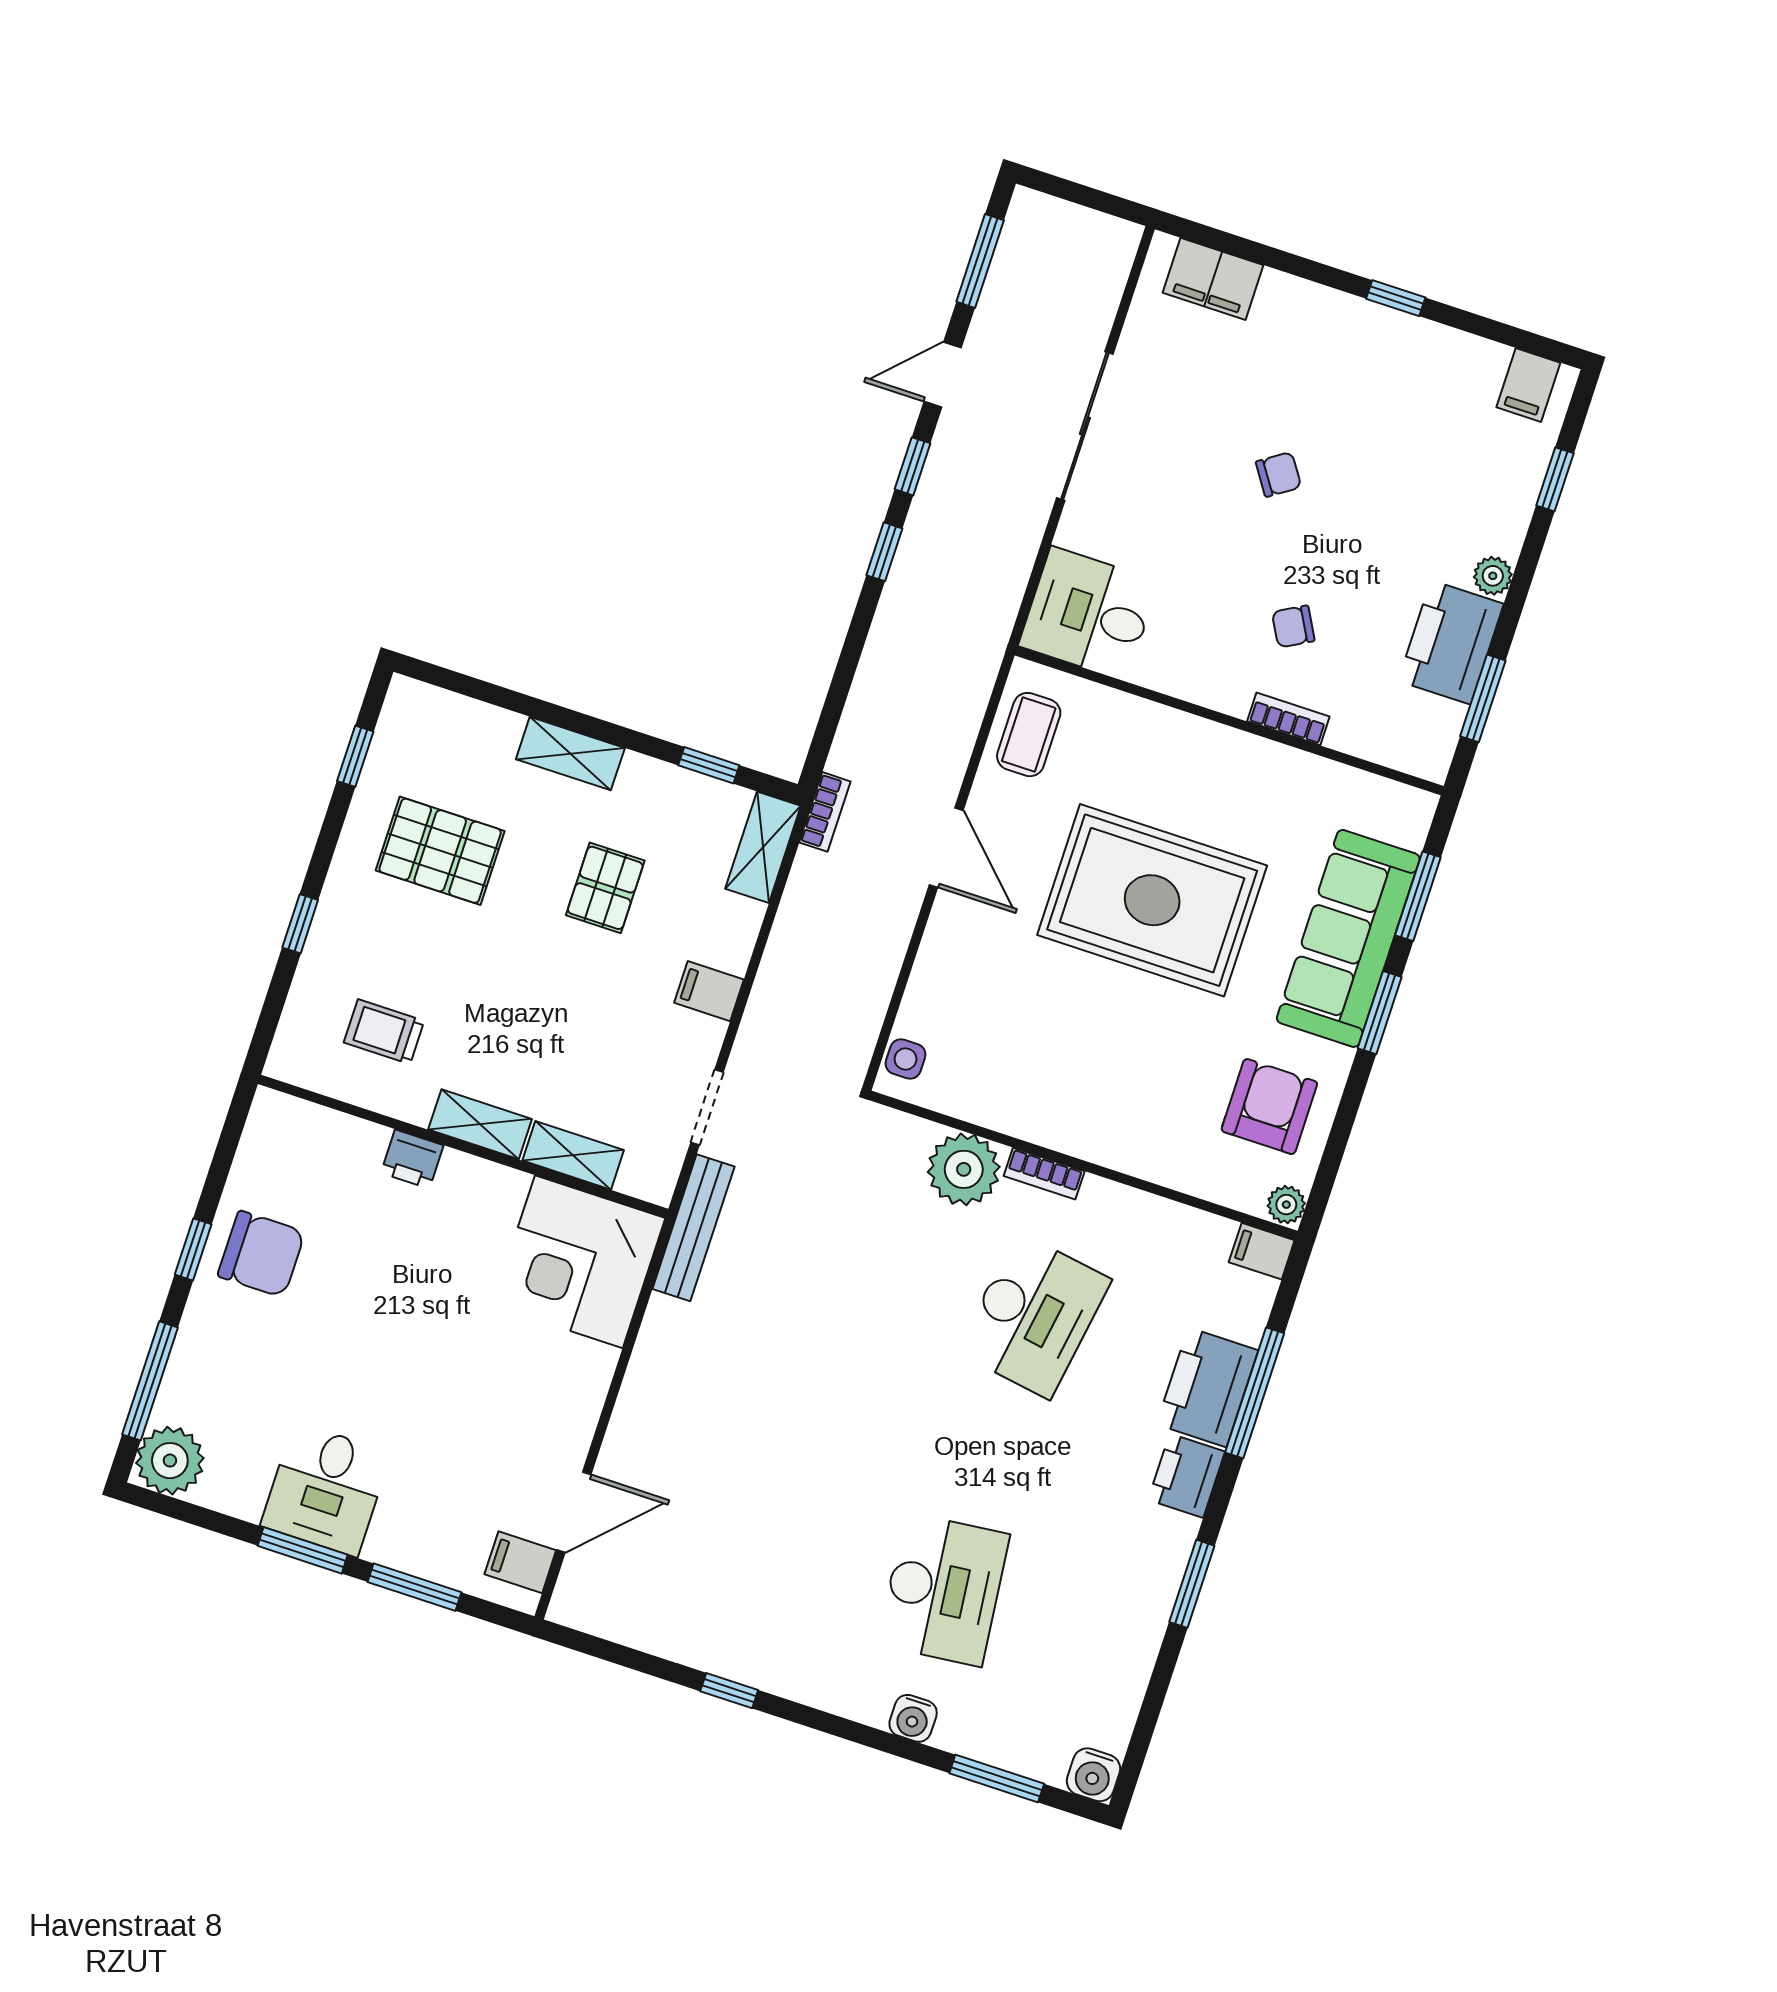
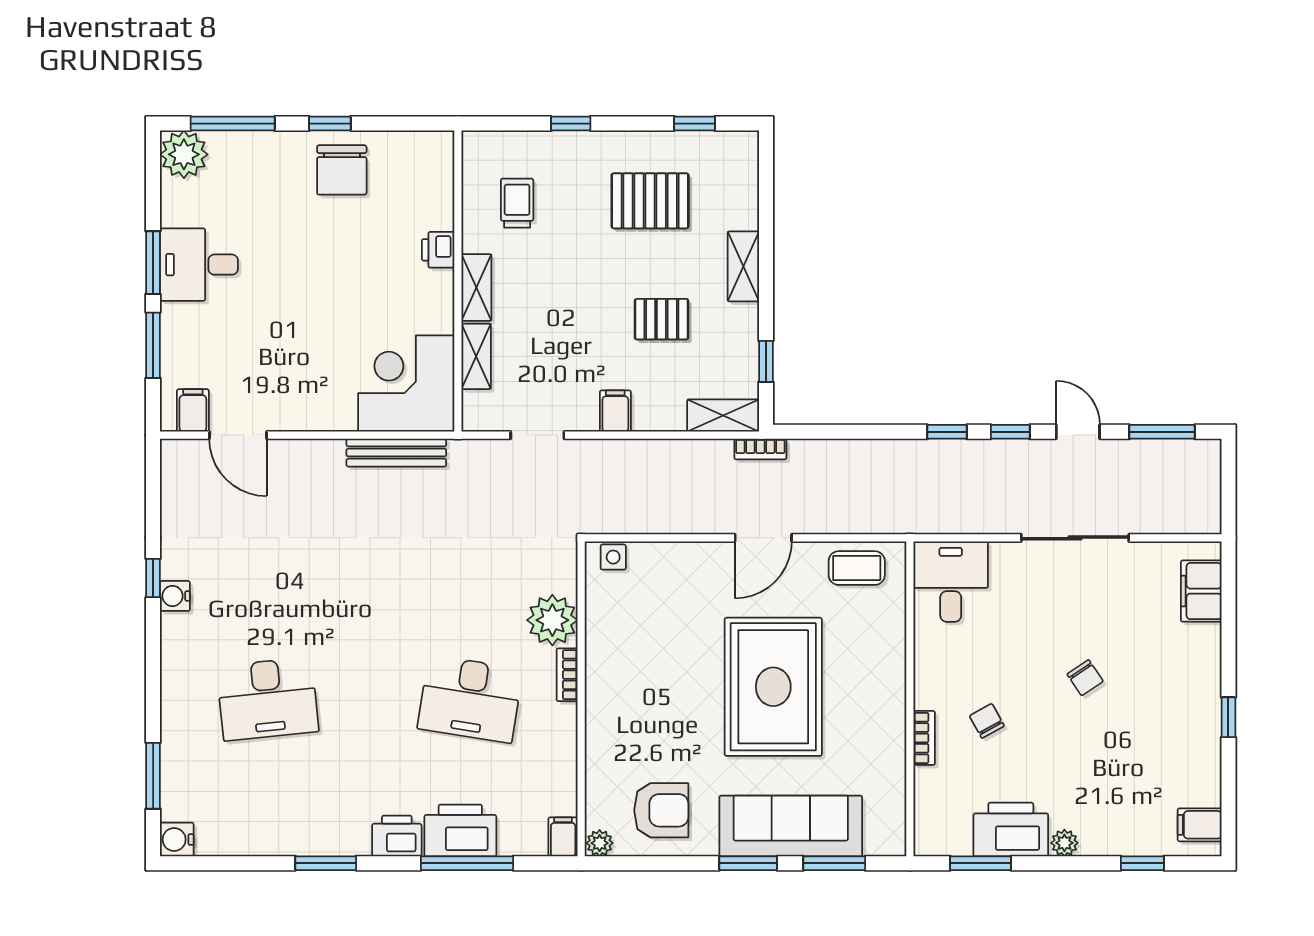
pallet: (440, 851) -> (650, 201), turned 90
bench: (693, 1228) -> (396, 453), moved
water cooler: (913, 1718) -> (175, 596), moved

